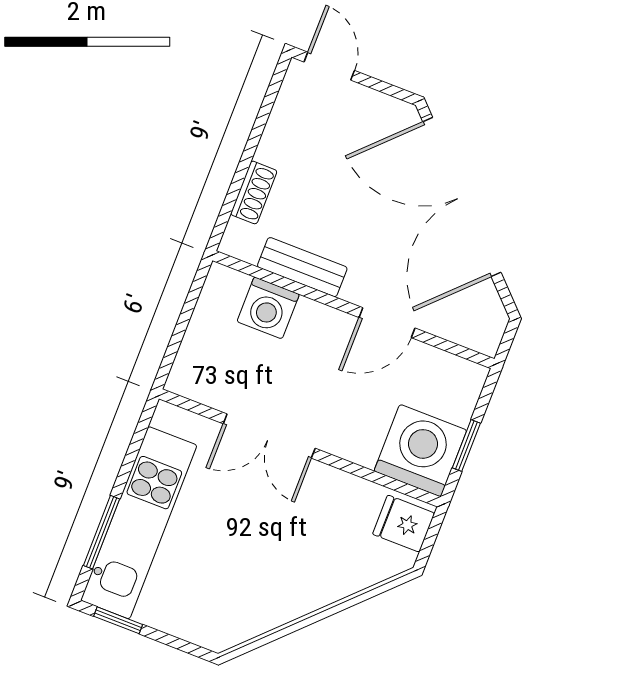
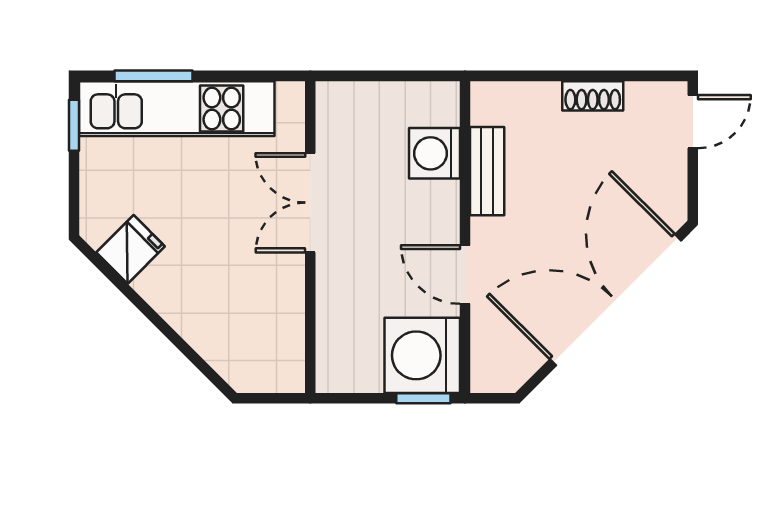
shoe rack: (254, 192) -> (593, 96), moved
window: (466, 446) -> (423, 398), moved
washing machine: (420, 451) -> (422, 355), moved, turned 180
fridge: (404, 524) -> (131, 249), moved, turned 45

